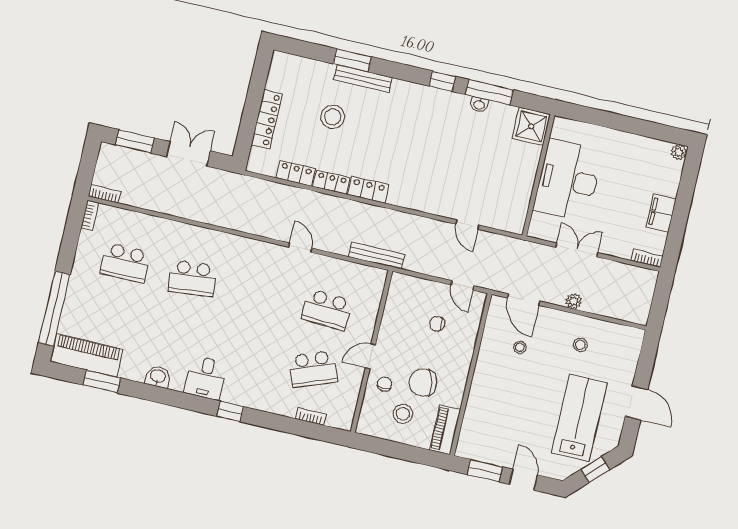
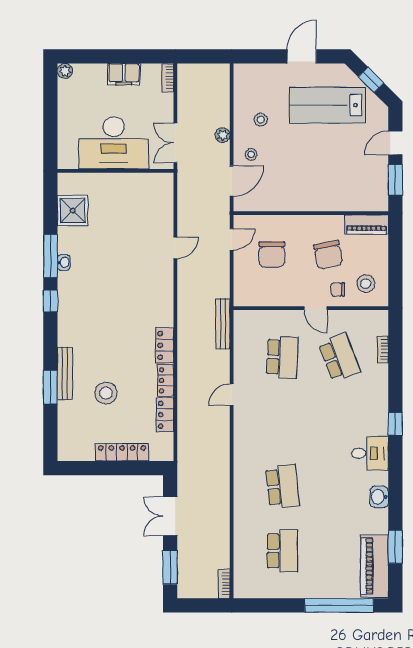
wall: (538, 175) -> (116, 171), moved
desk: (568, 180) -> (114, 143), moved
bookcase: (90, 215) -> (247, 593), removed
chair: (437, 324) -> (272, 254), width x1.87, depth x1.87
stool: (520, 347) -> (251, 154), moved
stool: (403, 414) -> (366, 284), moved

